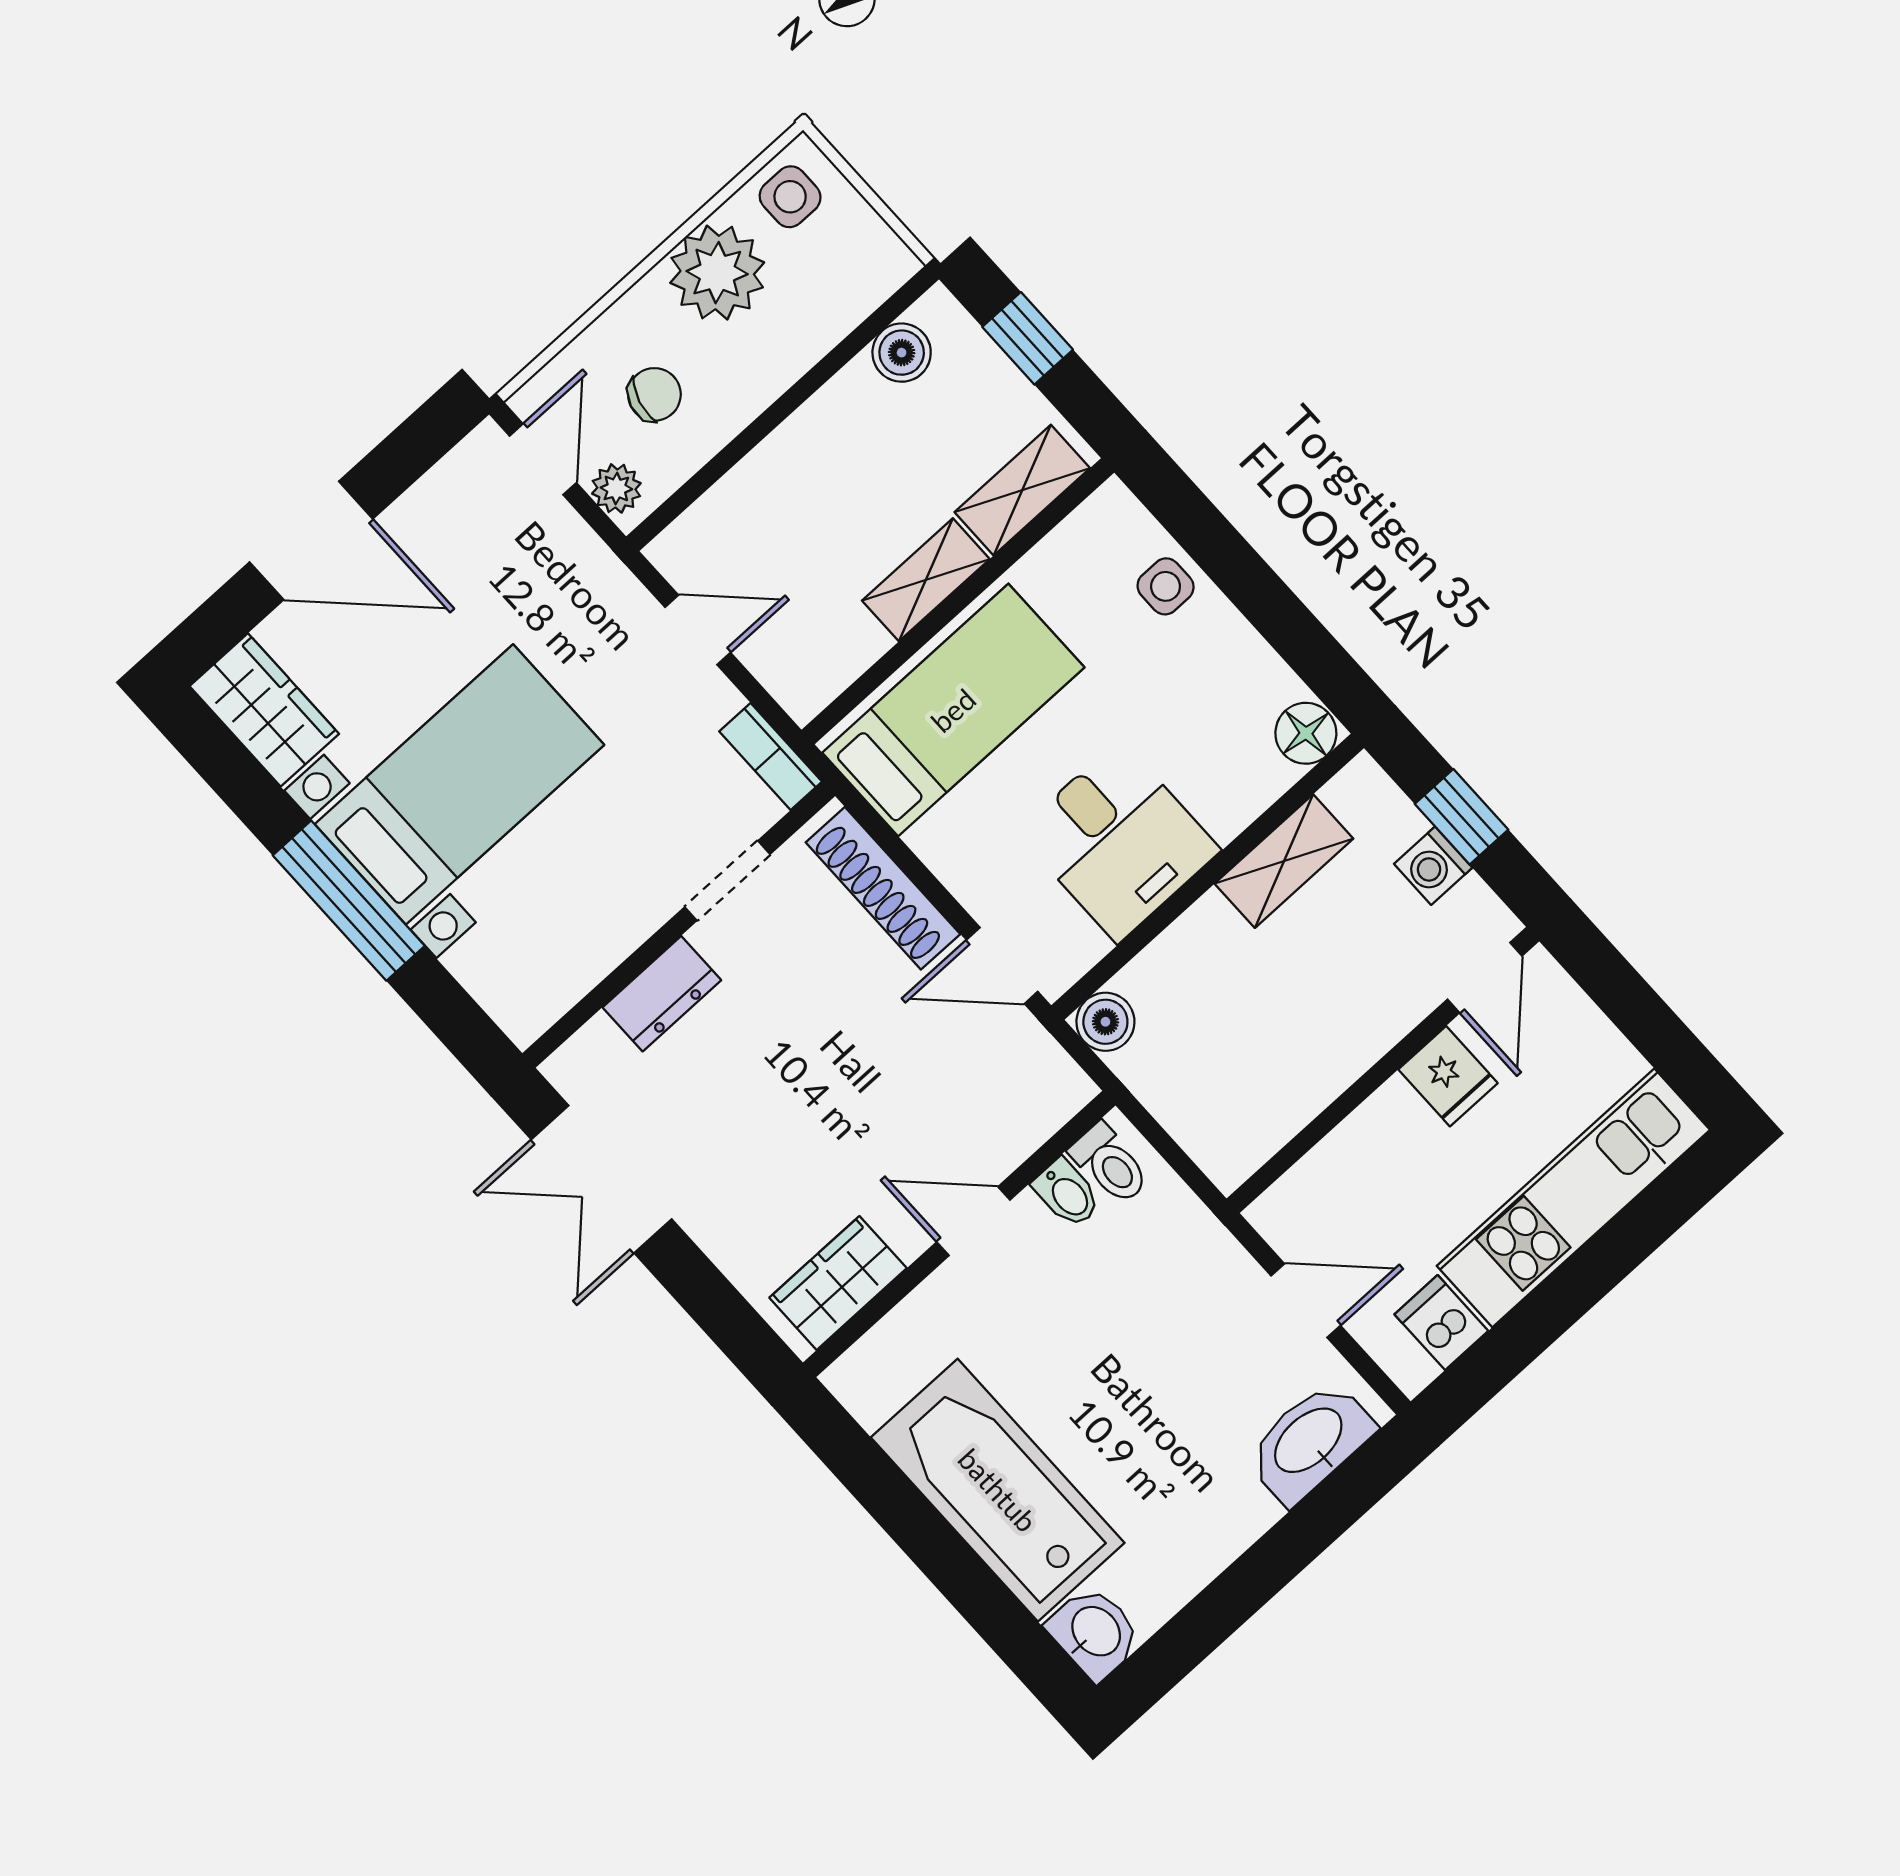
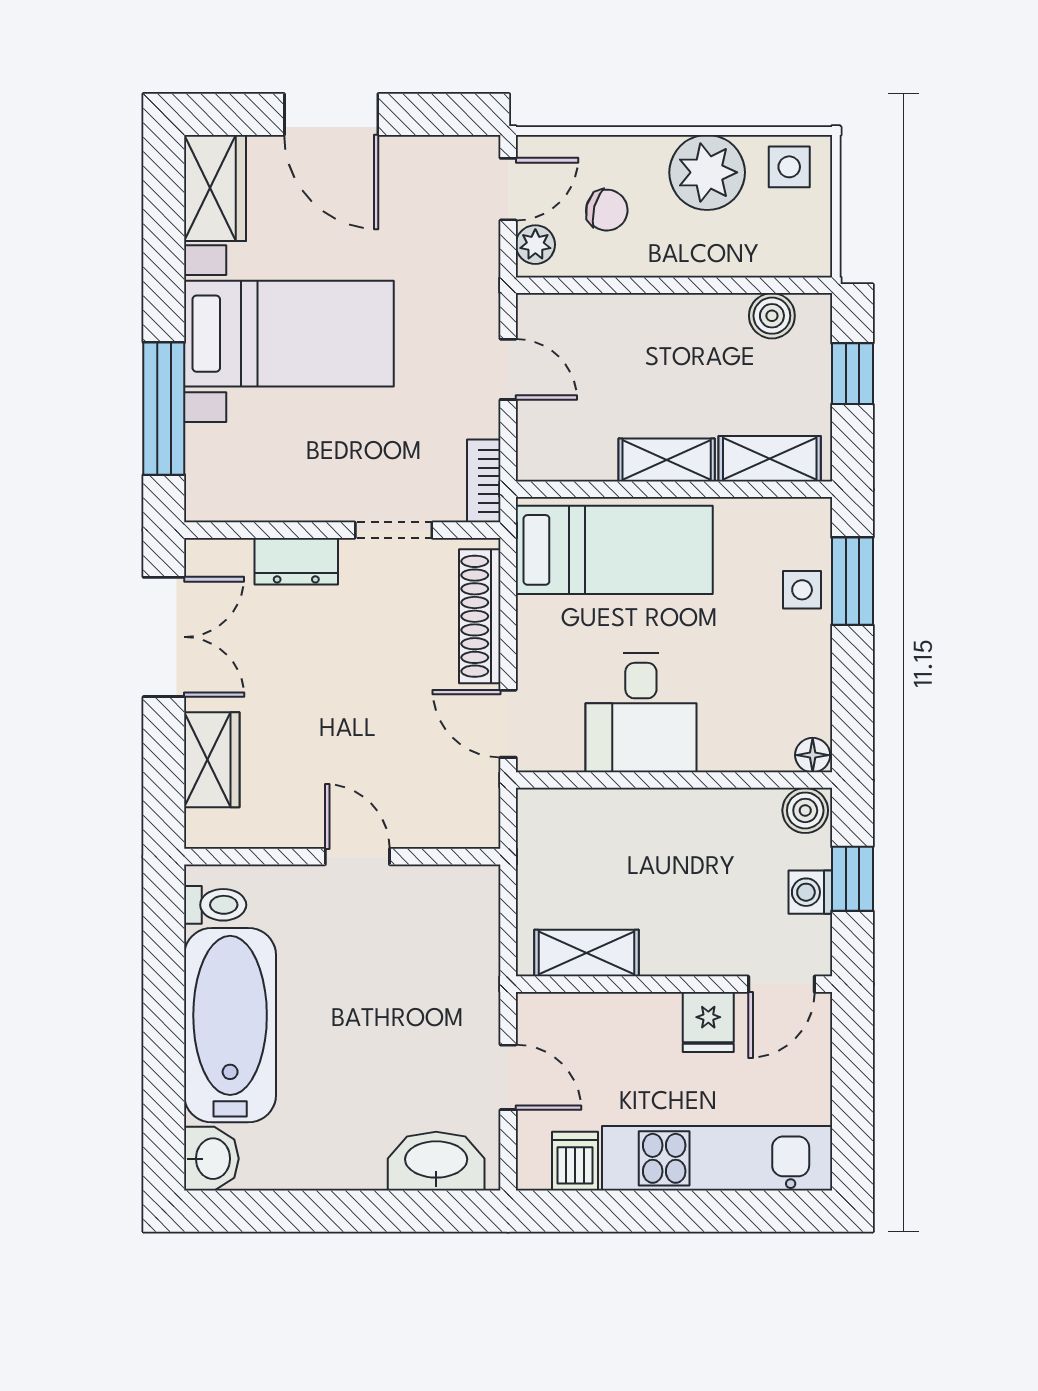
window: (1206, 535) -> (852, 581), added
floor lamp: (1306, 733) -> (813, 755), width x0.73, depth x0.73
shelving: (1284, 861) -> (586, 953), moved
window: (349, 901) -> (164, 409), moved
boiler: (1105, 1022) -> (805, 810), moved
toilet: (1110, 1164) -> (215, 905), moved, turned -90
double door: (601, 1179) -> (164, 637), swing flipped
bidet: (1067, 1193) -> (426, 890), removed
wardrobe: (838, 1283) -> (212, 760), moved, turned 90

